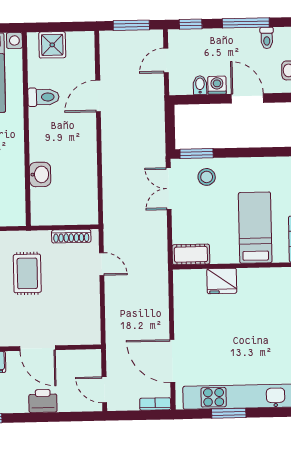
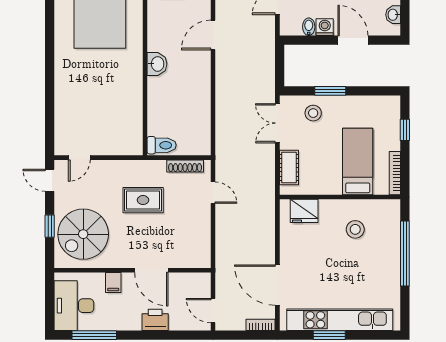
toilet: (43, 97) -> (162, 145), moved
window: (197, 154) -> (330, 91), moved
washbasin: (40, 174) -> (157, 64), moved
cot: (191, 254) -> (289, 167), moved, turned 90
rug: (27, 273) -> (143, 200), turned 90
fridge: (222, 281) -> (304, 211), moved
stool: (254, 300) -> (355, 229), added

